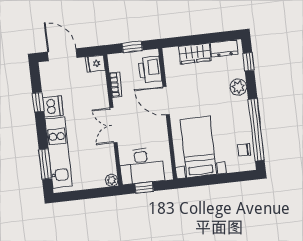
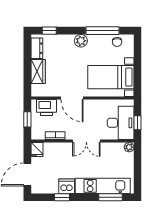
plant: (238, 87) -> (81, 41), moved
door: (166, 101) -> (72, 98), hinge flipped
window: (256, 130) -> (103, 31), width x0.68

